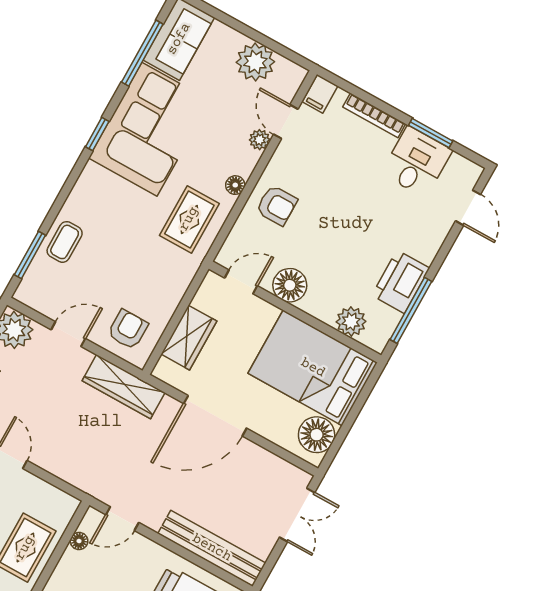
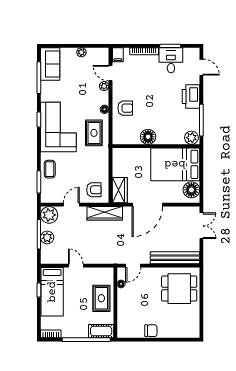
plant: (255, 62) -> (81, 52), width x0.53, depth x0.53
corner sofa: (149, 129) -> (58, 127), moved
door: (241, 282) -> (128, 146), removed
printer: (401, 282) -> (191, 97), moved
plant: (351, 322) -> (191, 138), moved
armchair: (128, 329) -> (94, 190), turned 90
wardrobe: (189, 338) -> (120, 190), moved

